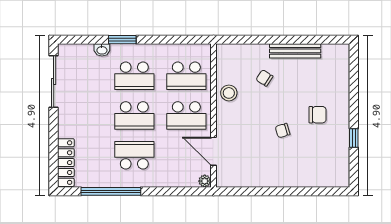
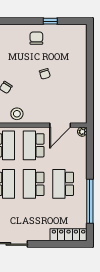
chair: (318, 115) -> (36, 38), moved
school desk: (134, 116) -> (34, 184), turned 180
school desk: (186, 116) -> (34, 145), turned 180

